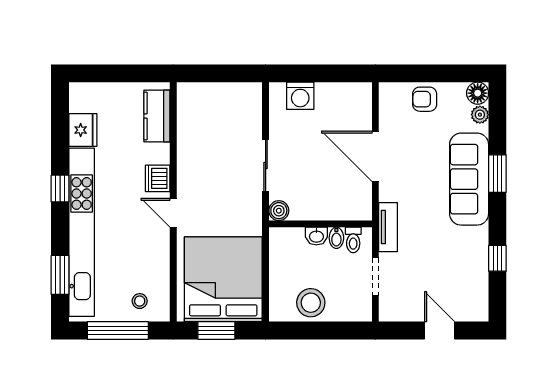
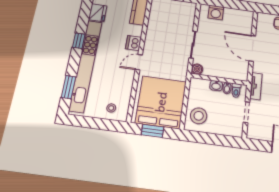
door: (173, 213) -> (139, 62), hinge flipped
stool: (311, 303) -> (199, 116), moved
window: (118, 331) -> (95, 123), removed

